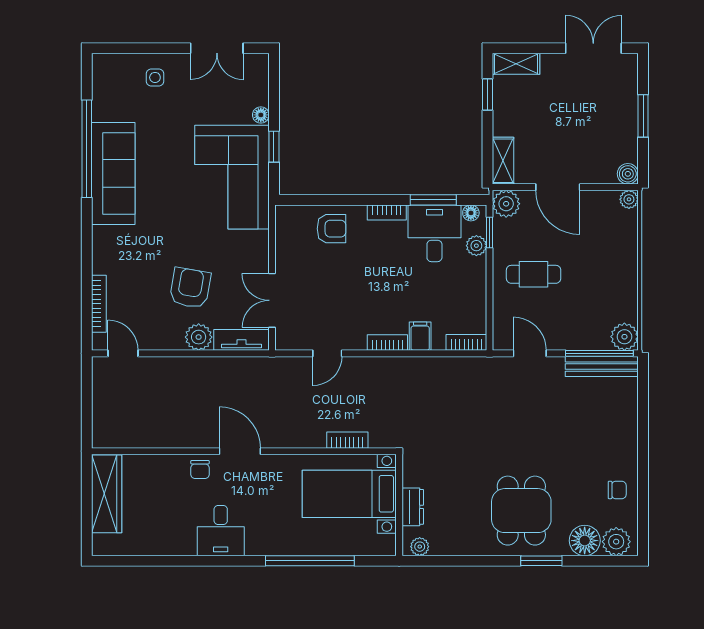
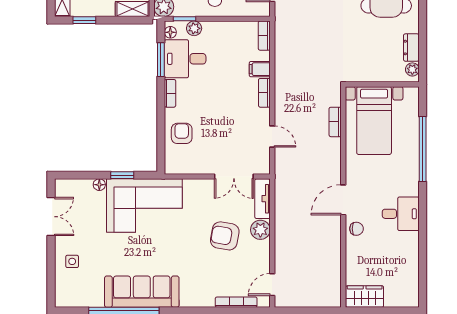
wardrobe: (107, 494) -> (365, 296), width x0.67
dresser: (413, 507) -> (411, 48), moved, turned -90

